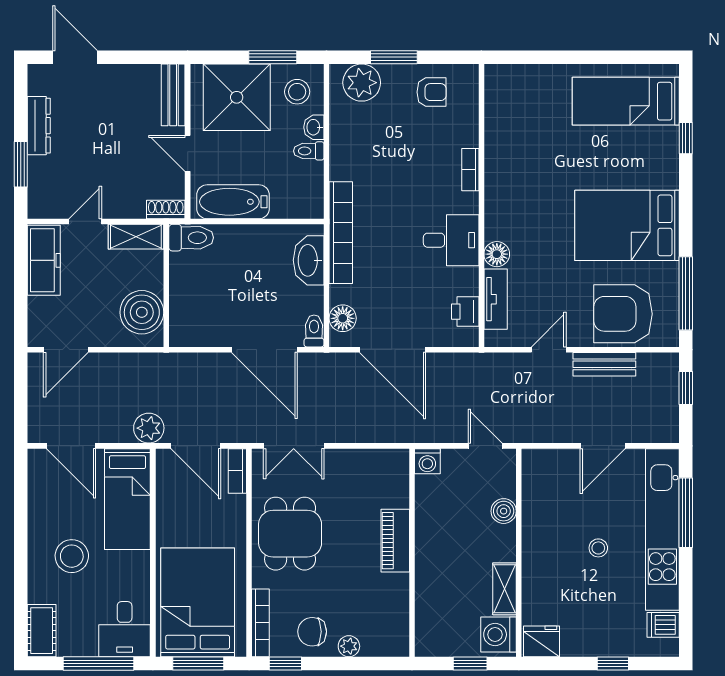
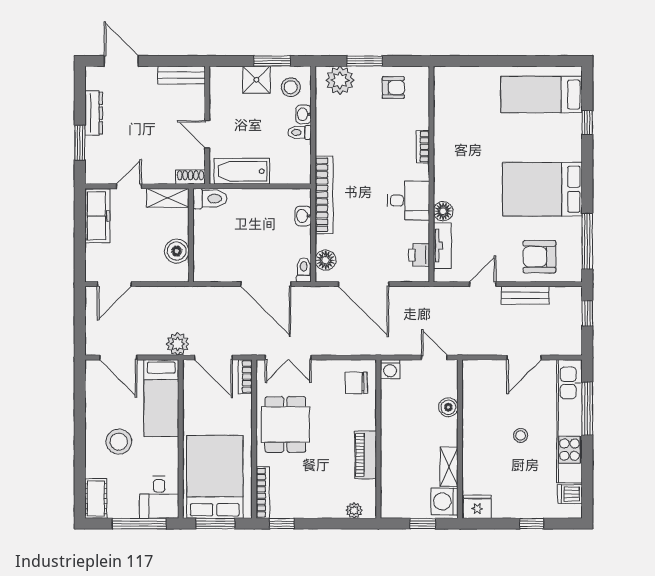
bench: (173, 95) -> (182, 75), moved, turned 90
shower: (237, 97) -> (256, 80), width x0.54, depth x0.54
washbasin: (309, 260) -> (303, 216), width x0.52, depth x0.69
boiler: (142, 312) -> (177, 251), width x0.73, depth x0.73
armchair: (623, 314) -> (539, 257), width x0.73, depth x0.73
piano: (395, 541) -> (366, 455), moved
chair: (312, 632) -> (356, 383), moved
plant: (349, 646) -> (354, 510), moved

